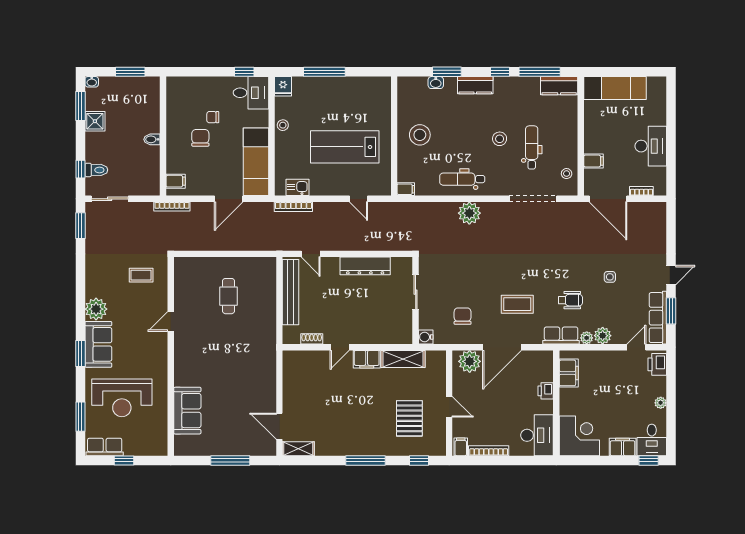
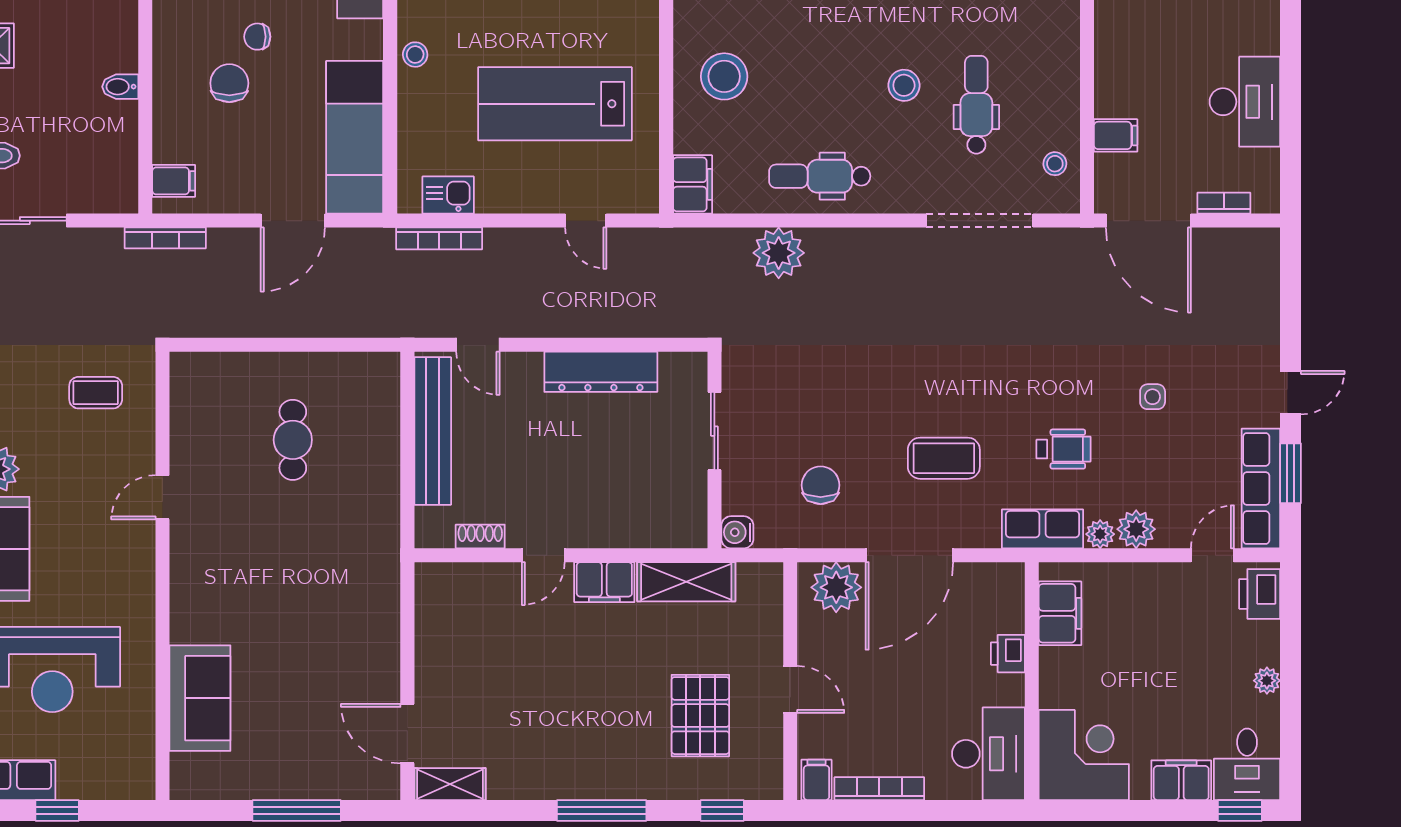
filing cabinet: (406, 189) -> (693, 184), width x2.00
plant: (469, 213) -> (779, 253), moved

